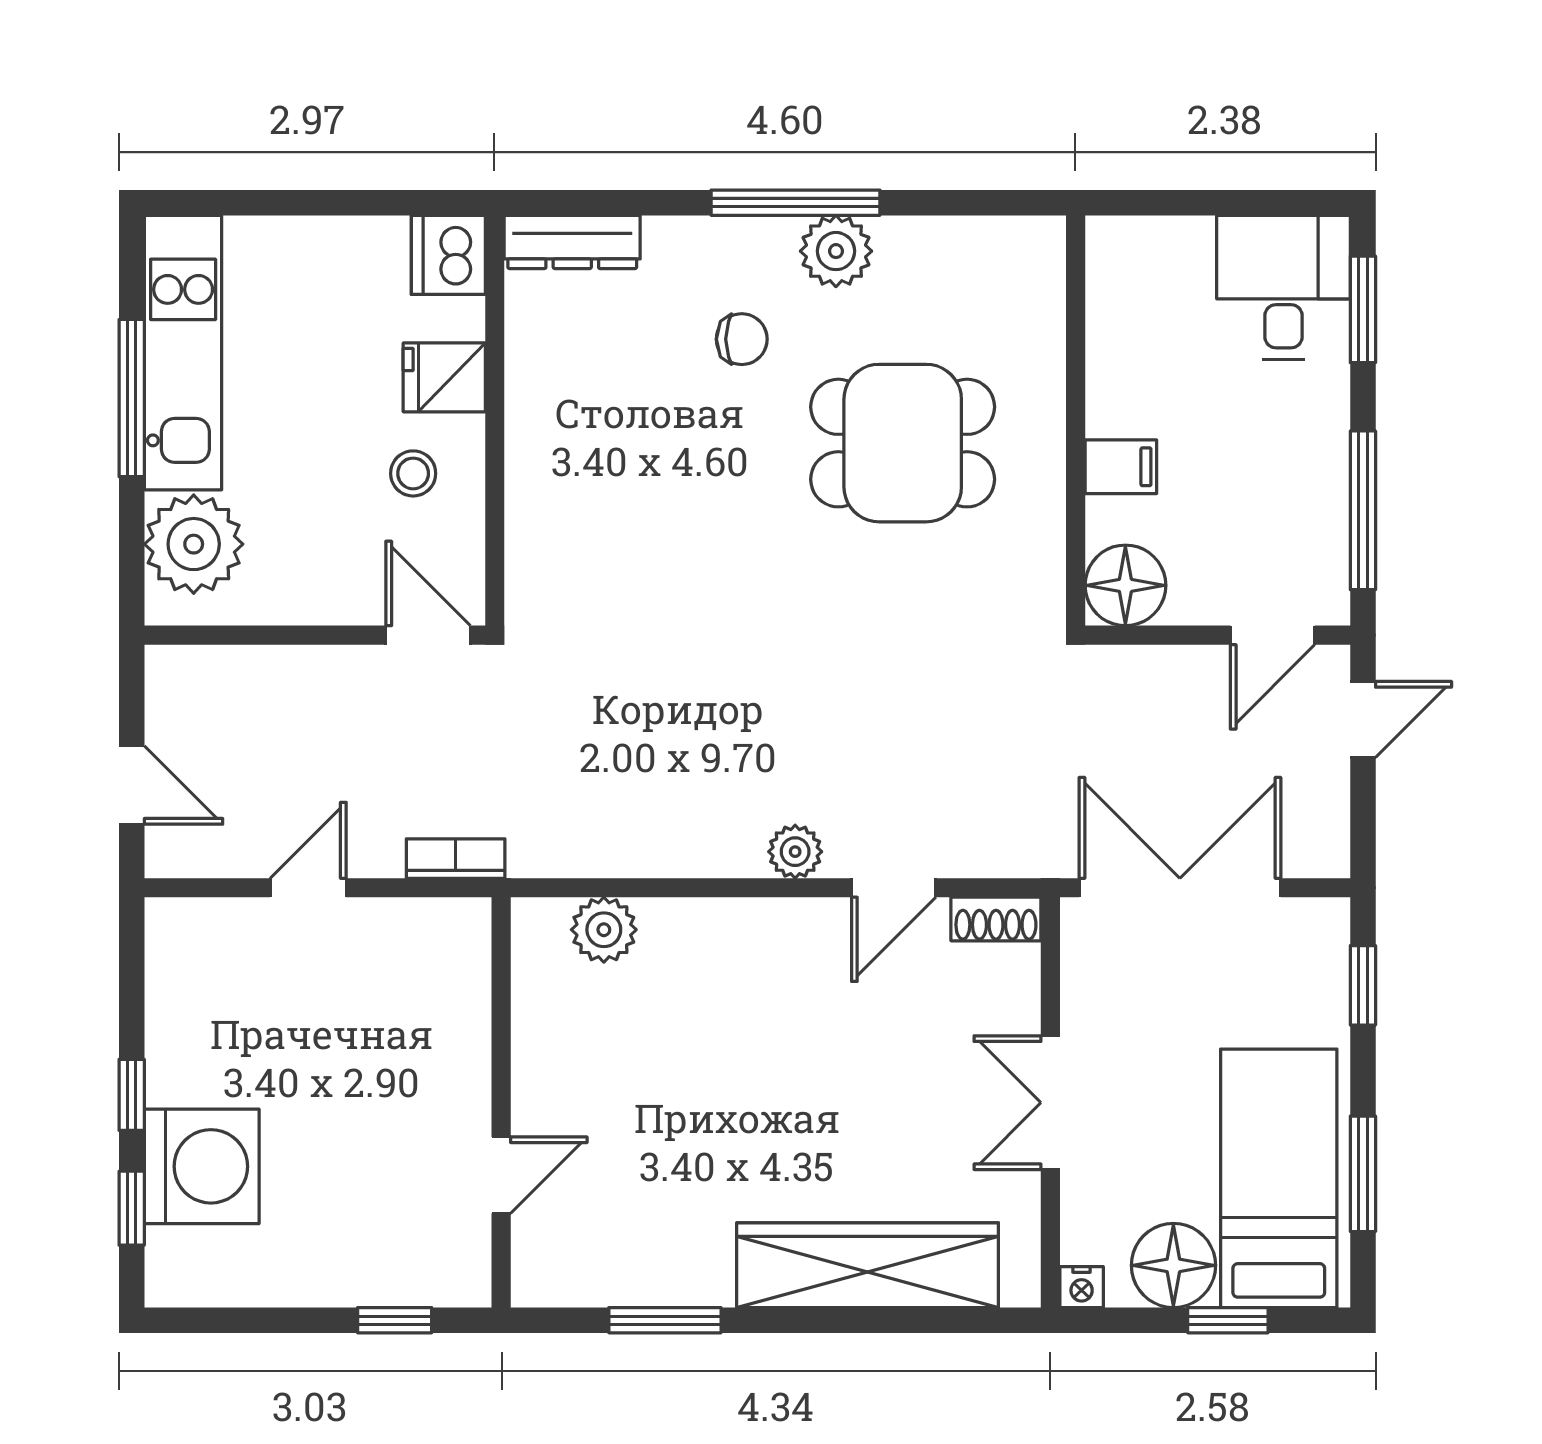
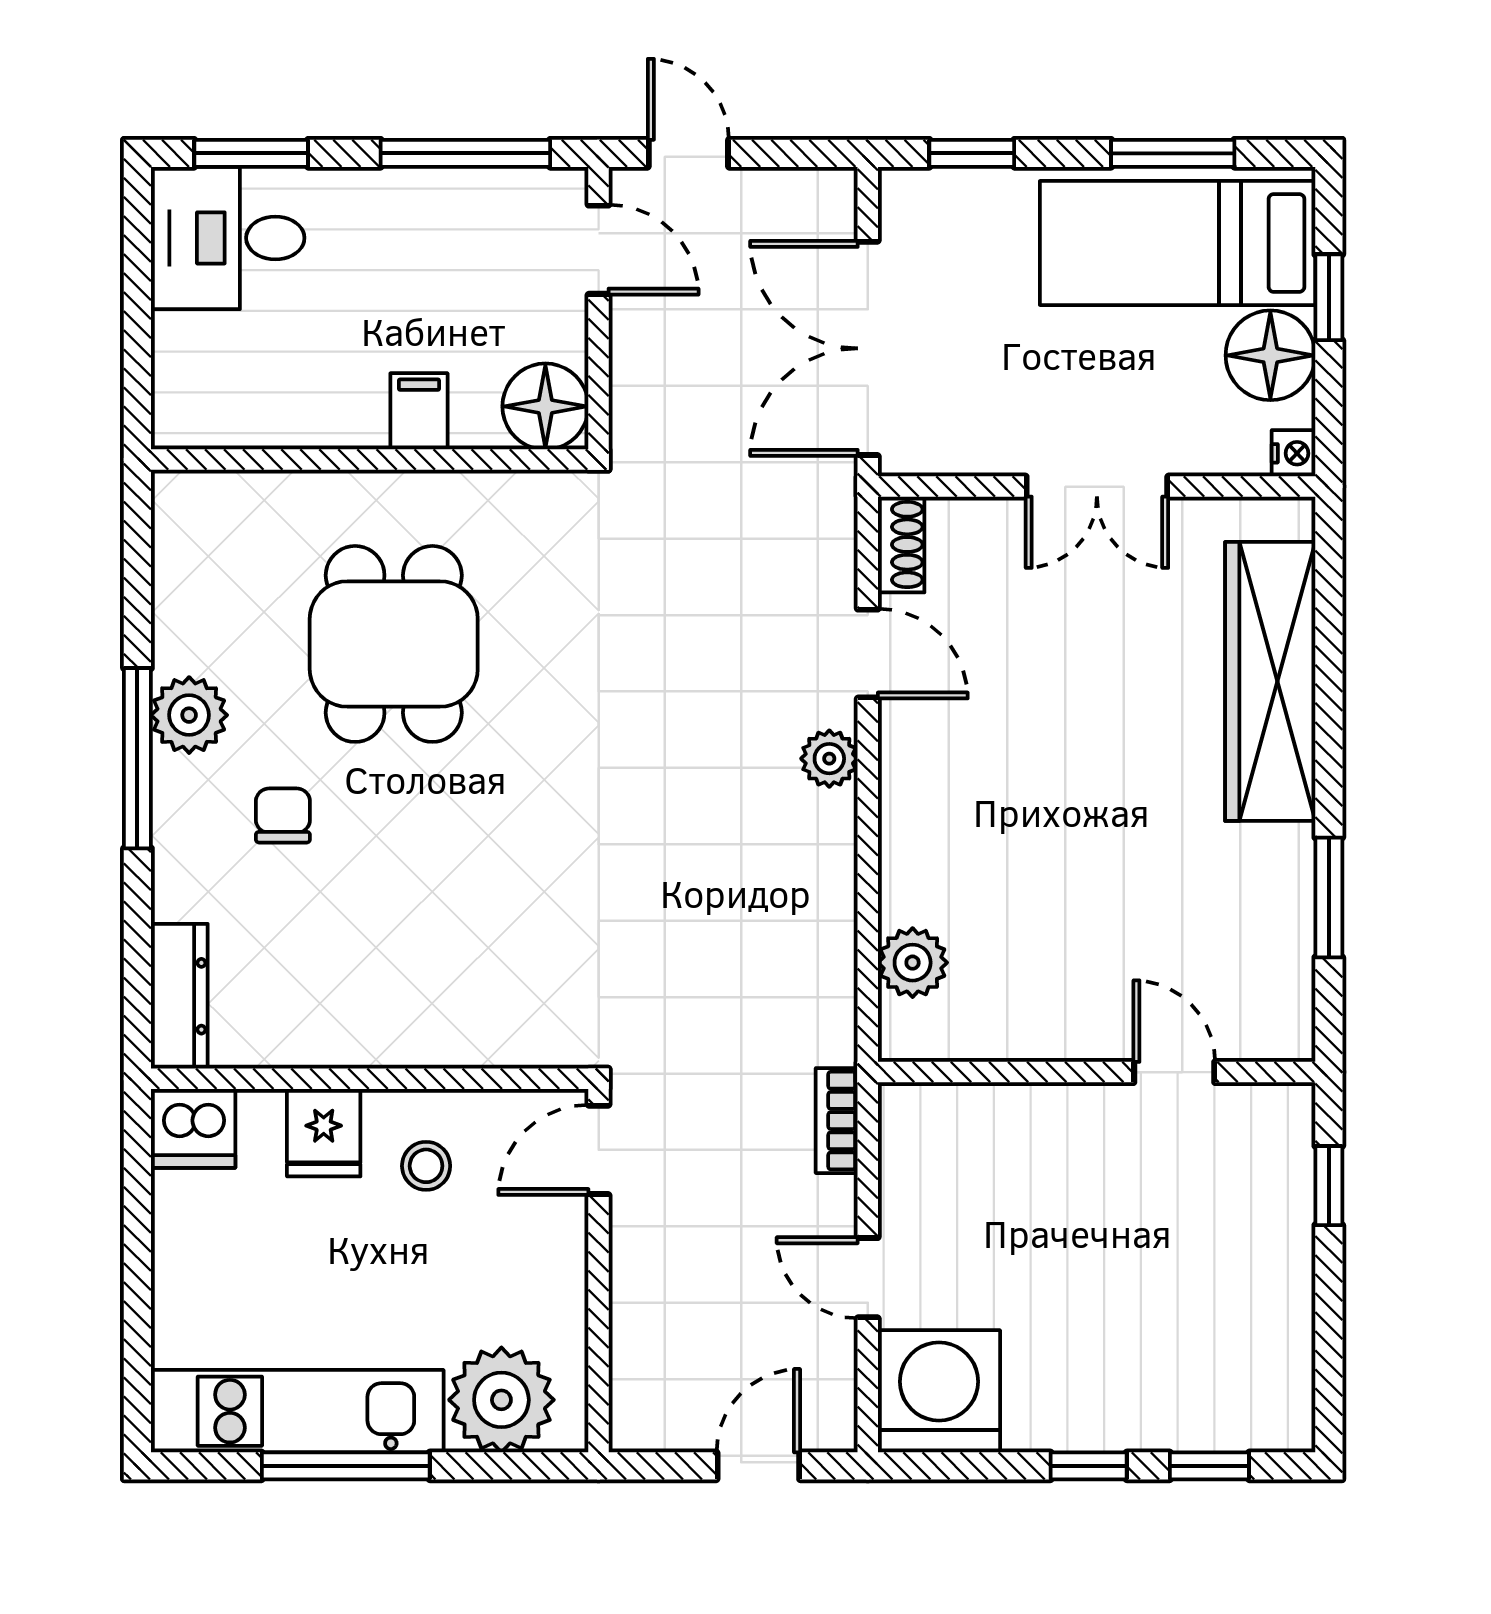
washing machine: (202, 1166) -> (939, 1391), moved

